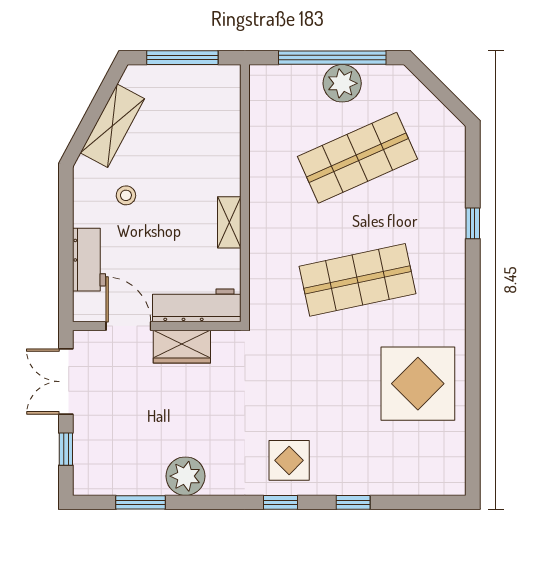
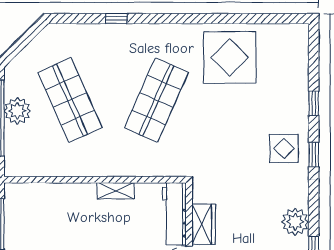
shop shelf: (357, 280) -> (156, 100), turned 36

